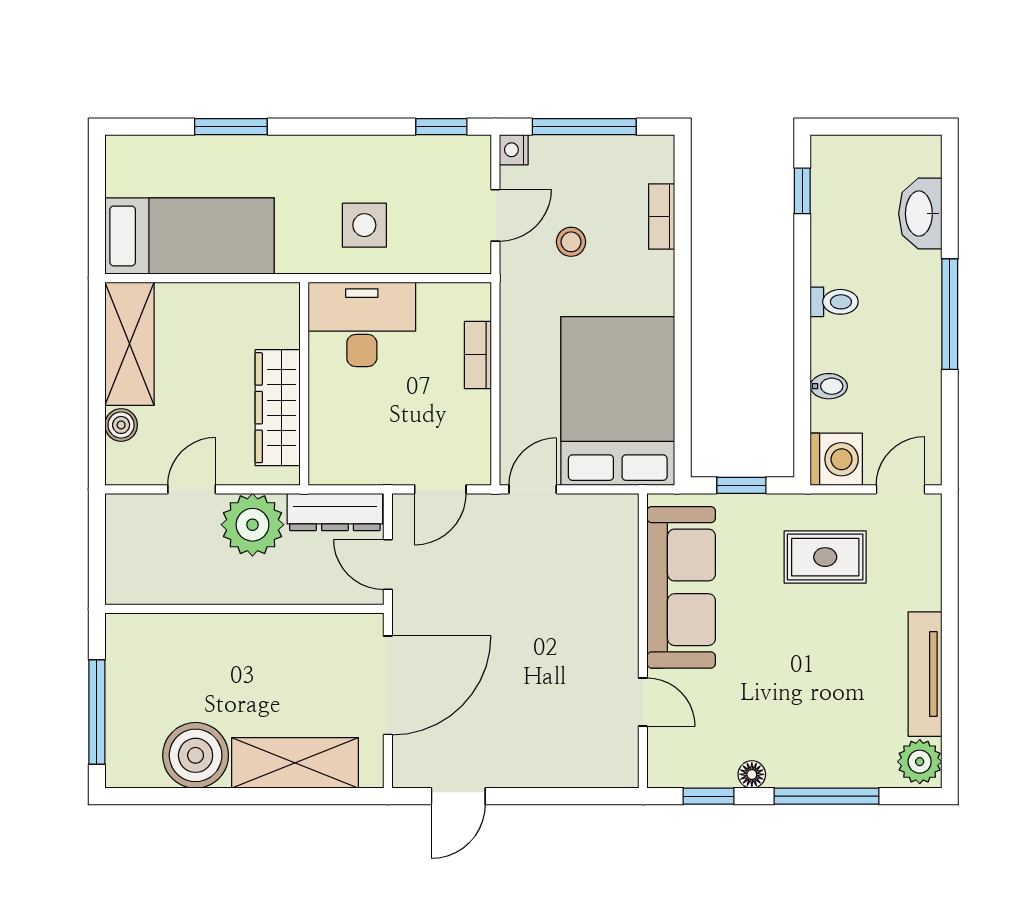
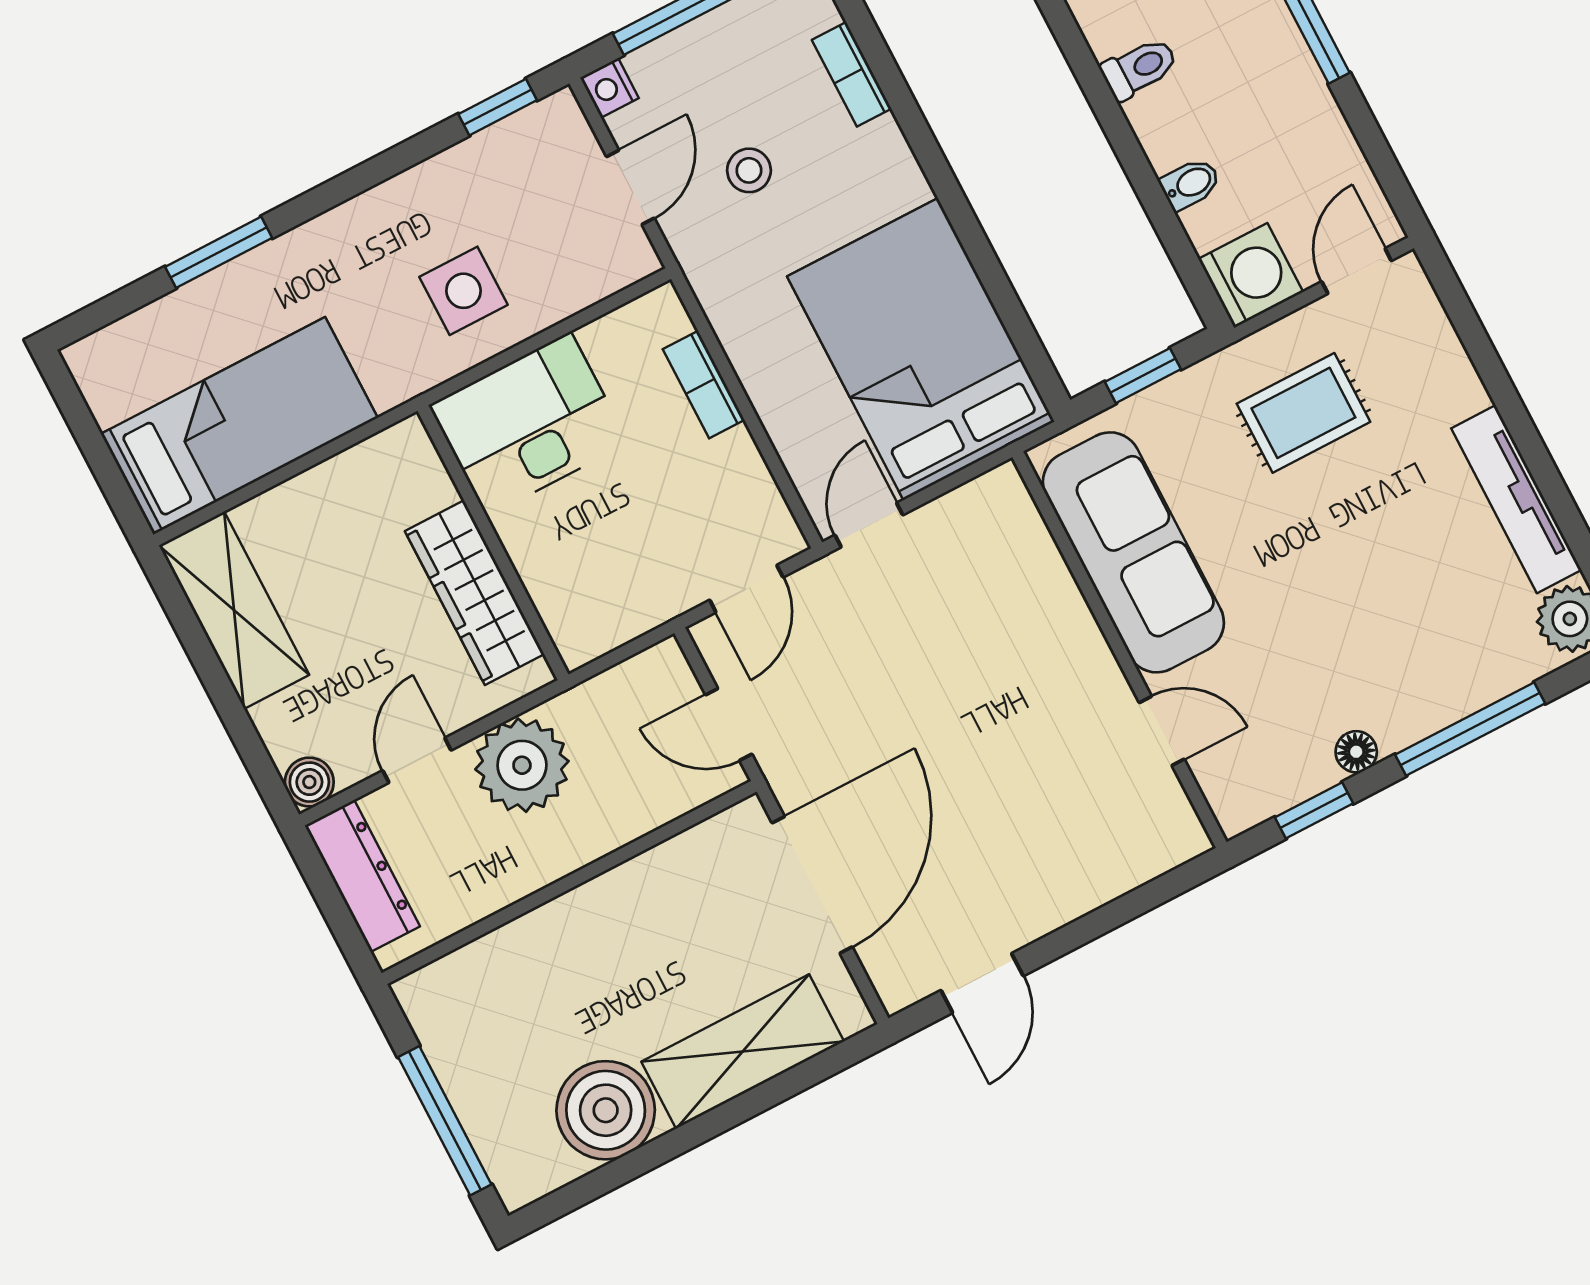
boiler: (121, 425) -> (309, 782), moved
dresser: (335, 512) -> (362, 876), moved, turned -90

